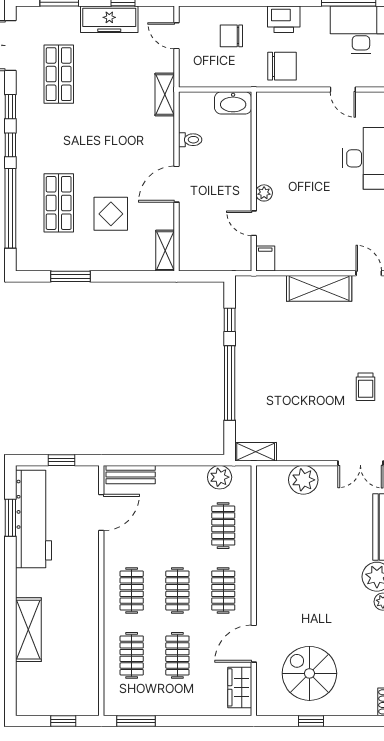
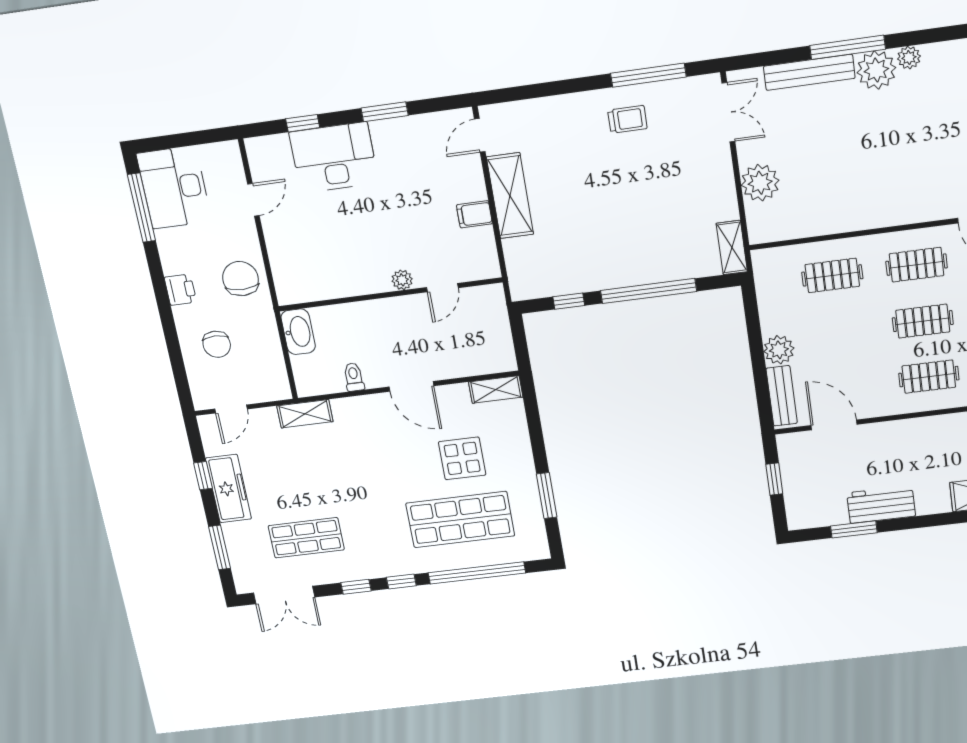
printer: (284, 19) -> (180, 290), width x0.73, depth x0.81
shop shelf: (59, 203) -> (460, 520), width x1.43, depth x1.36
filing cabinet: (265, 258) -> (474, 214), moved
plant: (220, 477) -> (779, 350), moved
workbench: (33, 519) -> (881, 504), width x0.53, depth x0.76

